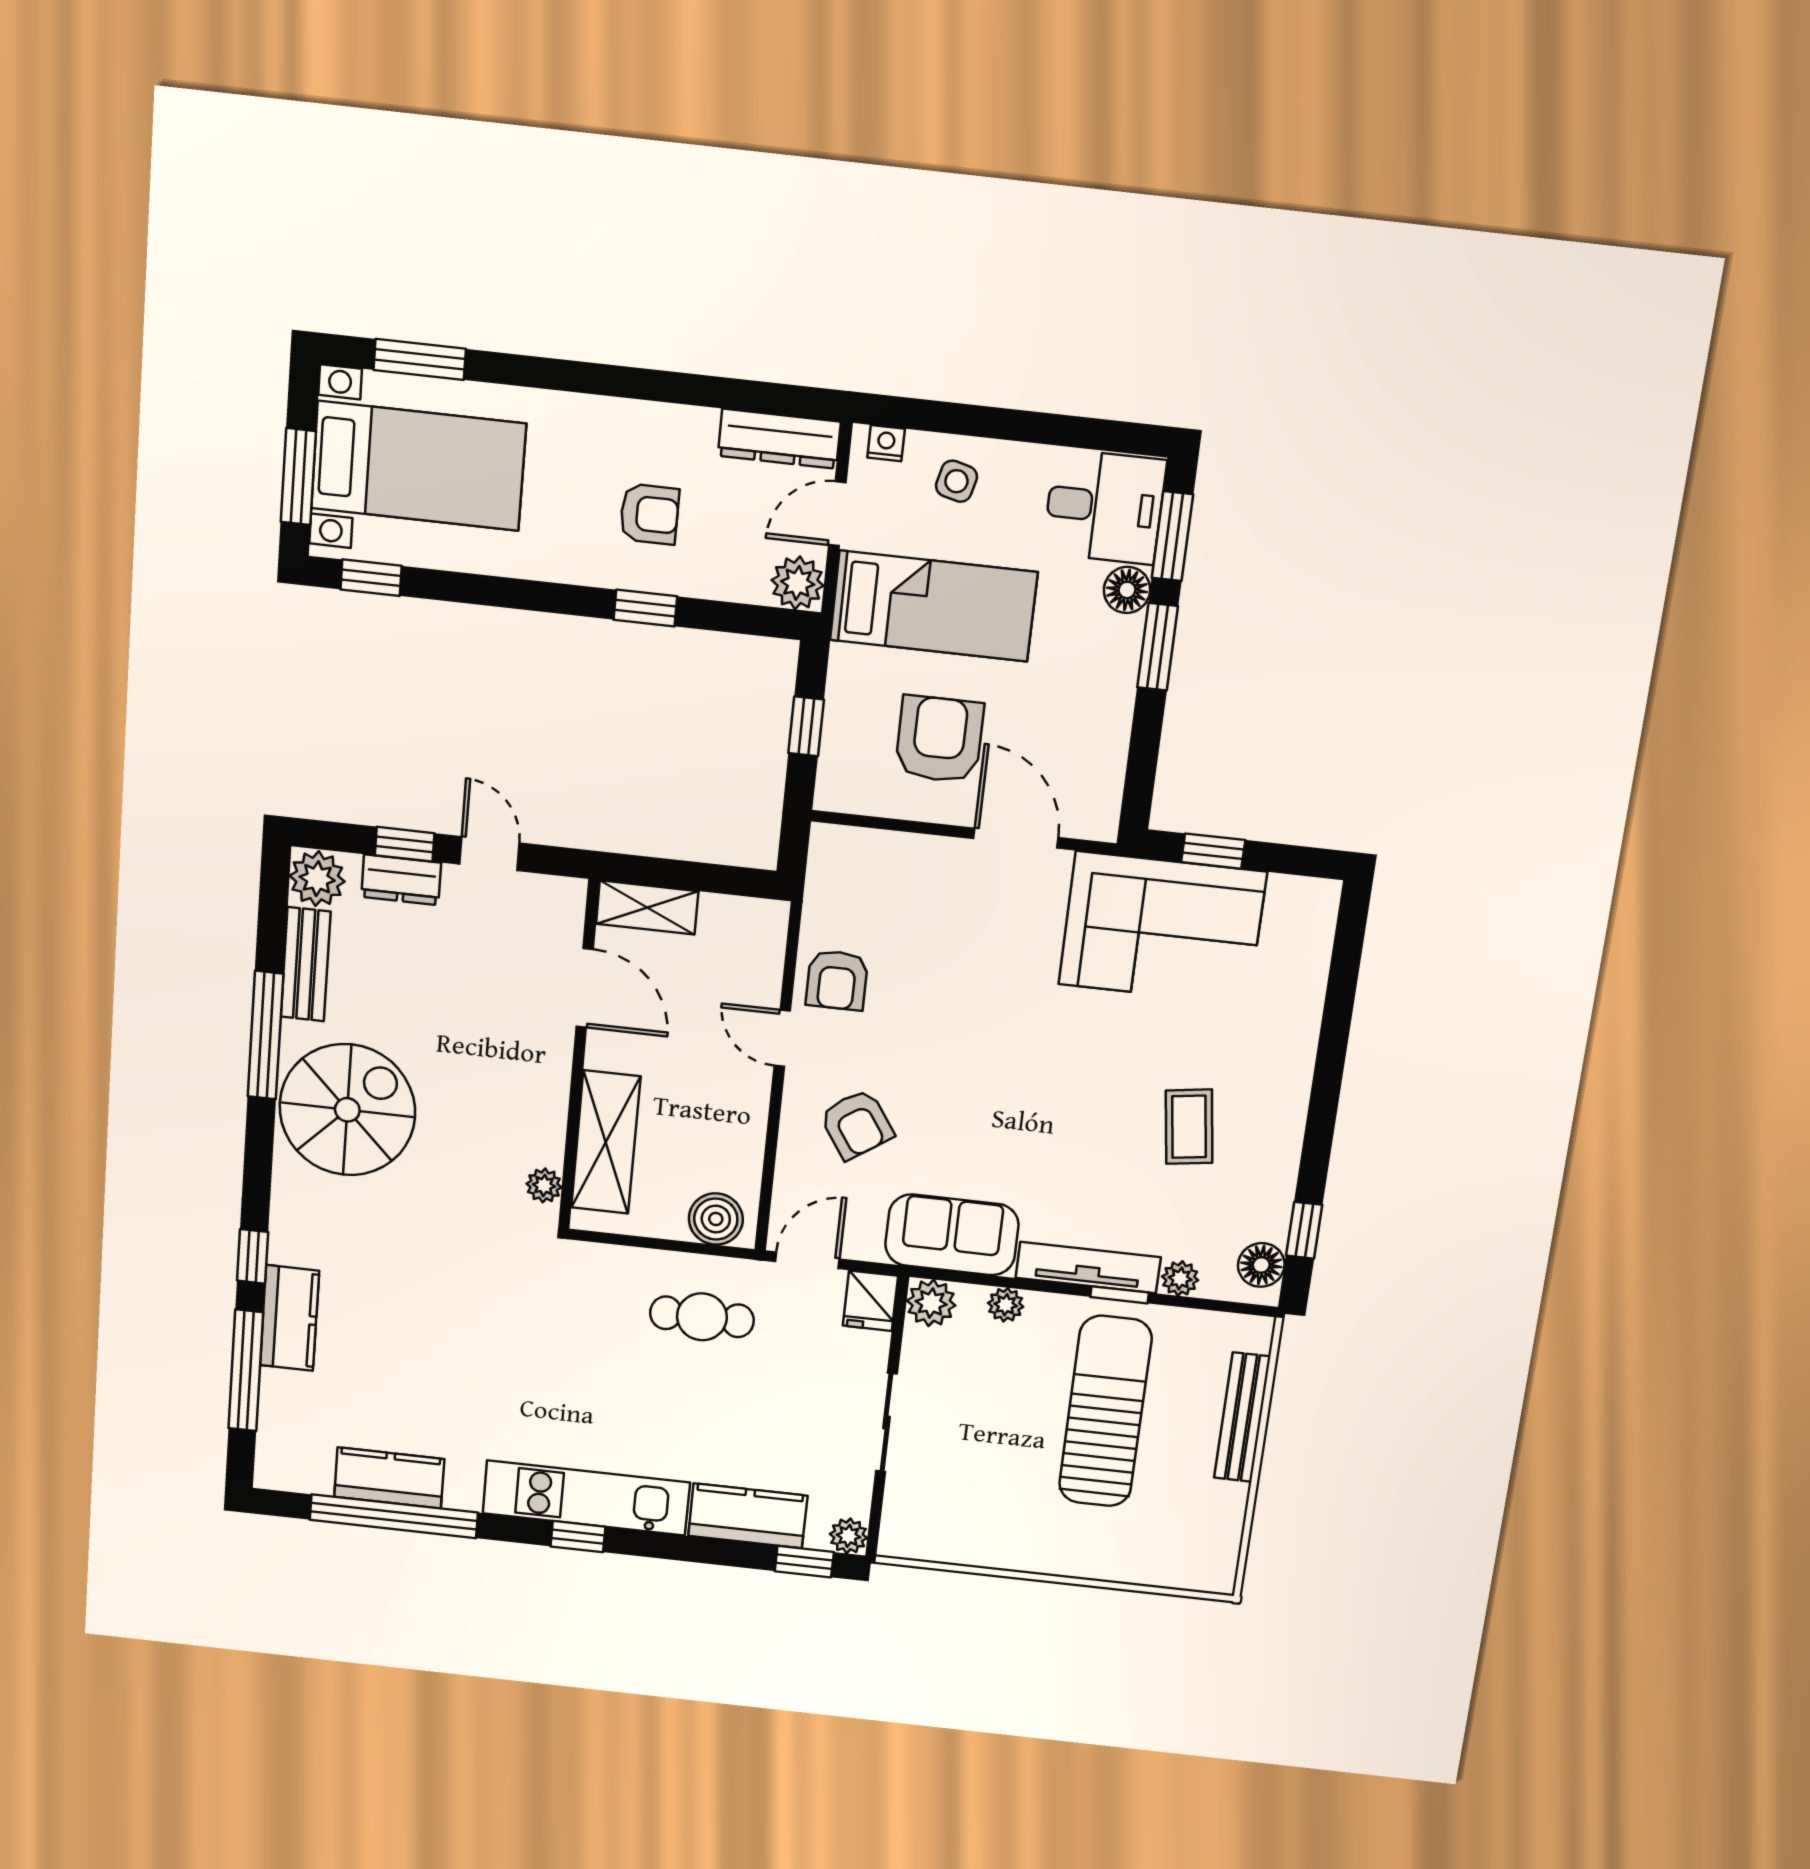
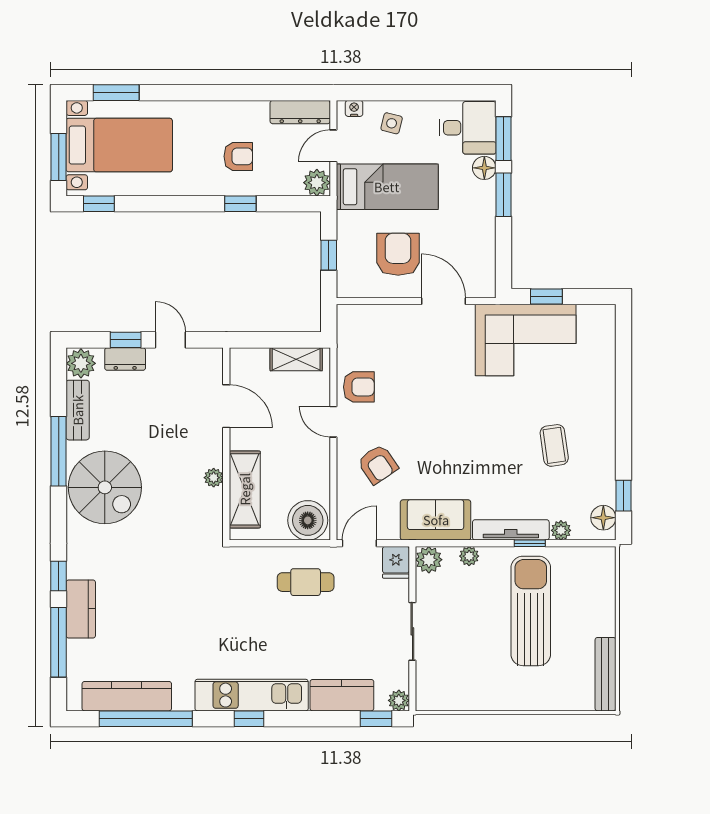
shelving: (647, 907) -> (296, 359), moved
armchair: (837, 980) -> (359, 387), turned -90
spiral stairs: (347, 1110) -> (105, 487), turned 90
plant: (544, 1185) -> (214, 478), moved
boiler: (716, 1219) -> (308, 520), width x1.37, depth x1.37
bench: (1242, 1417) -> (605, 674), moved
kitchen counter: (389, 1478) -> (127, 696), width x1.50

